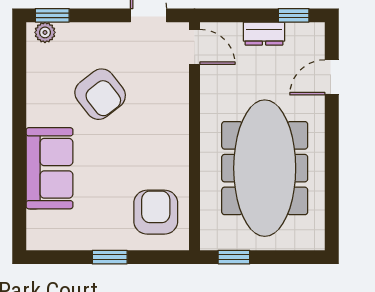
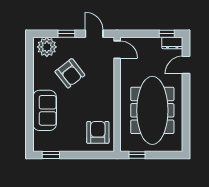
window: (52, 15) -> (66, 34), moved
plant: (45, 32) -> (47, 47), width x1.88, depth x1.88
dresser: (264, 34) -> (172, 43), moved
window: (110, 257) -> (51, 155), moved

